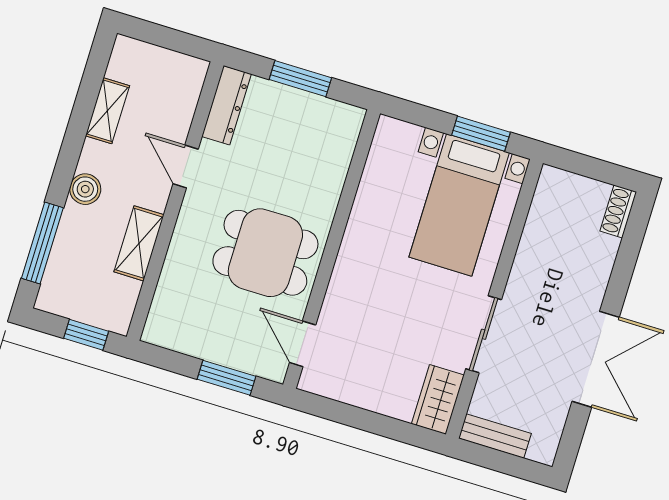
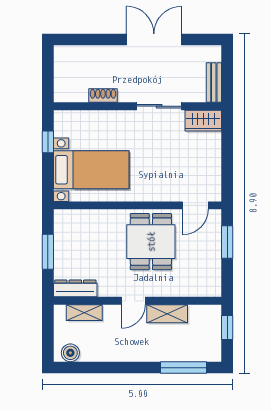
shelving: (107, 111) -> (84, 313), moved
window: (481, 134) -> (48, 142), width x0.67
door: (186, 166) -> (133, 301), moved
boiler: (85, 189) -> (70, 353), moved
bed with nightstands: (459, 205) -> (91, 170), moved
shoe rack: (618, 211) -> (103, 96), moved, turned 180

